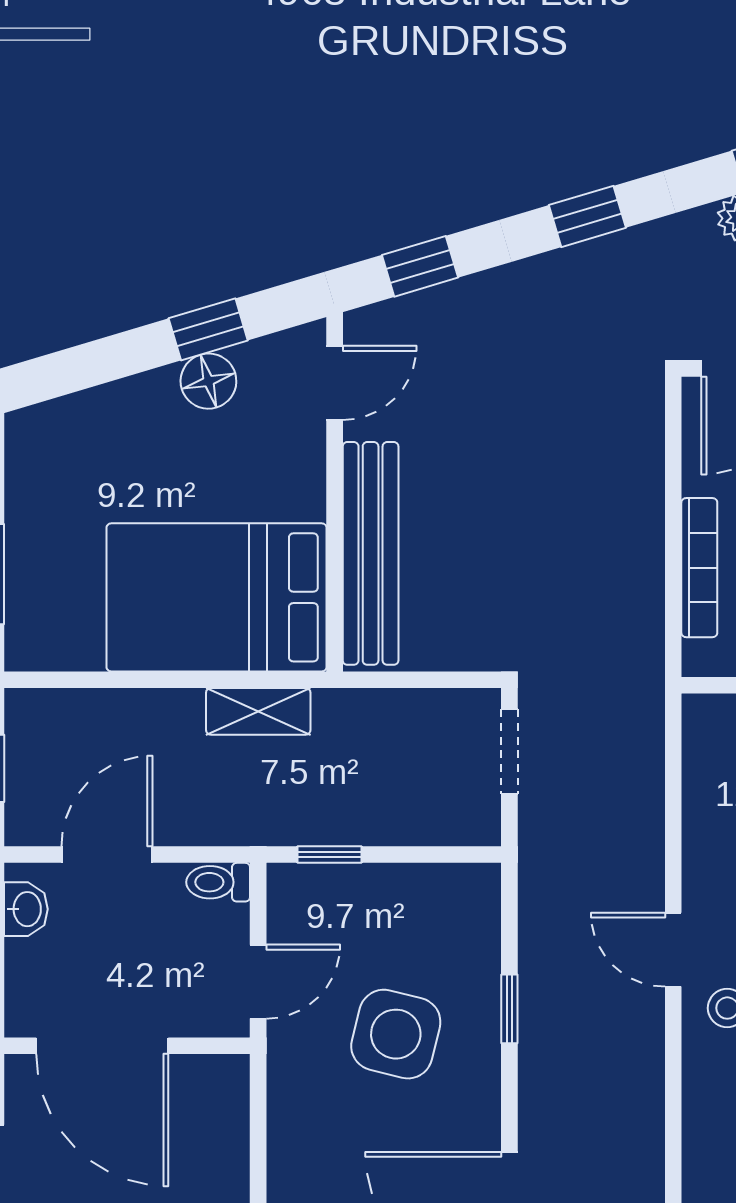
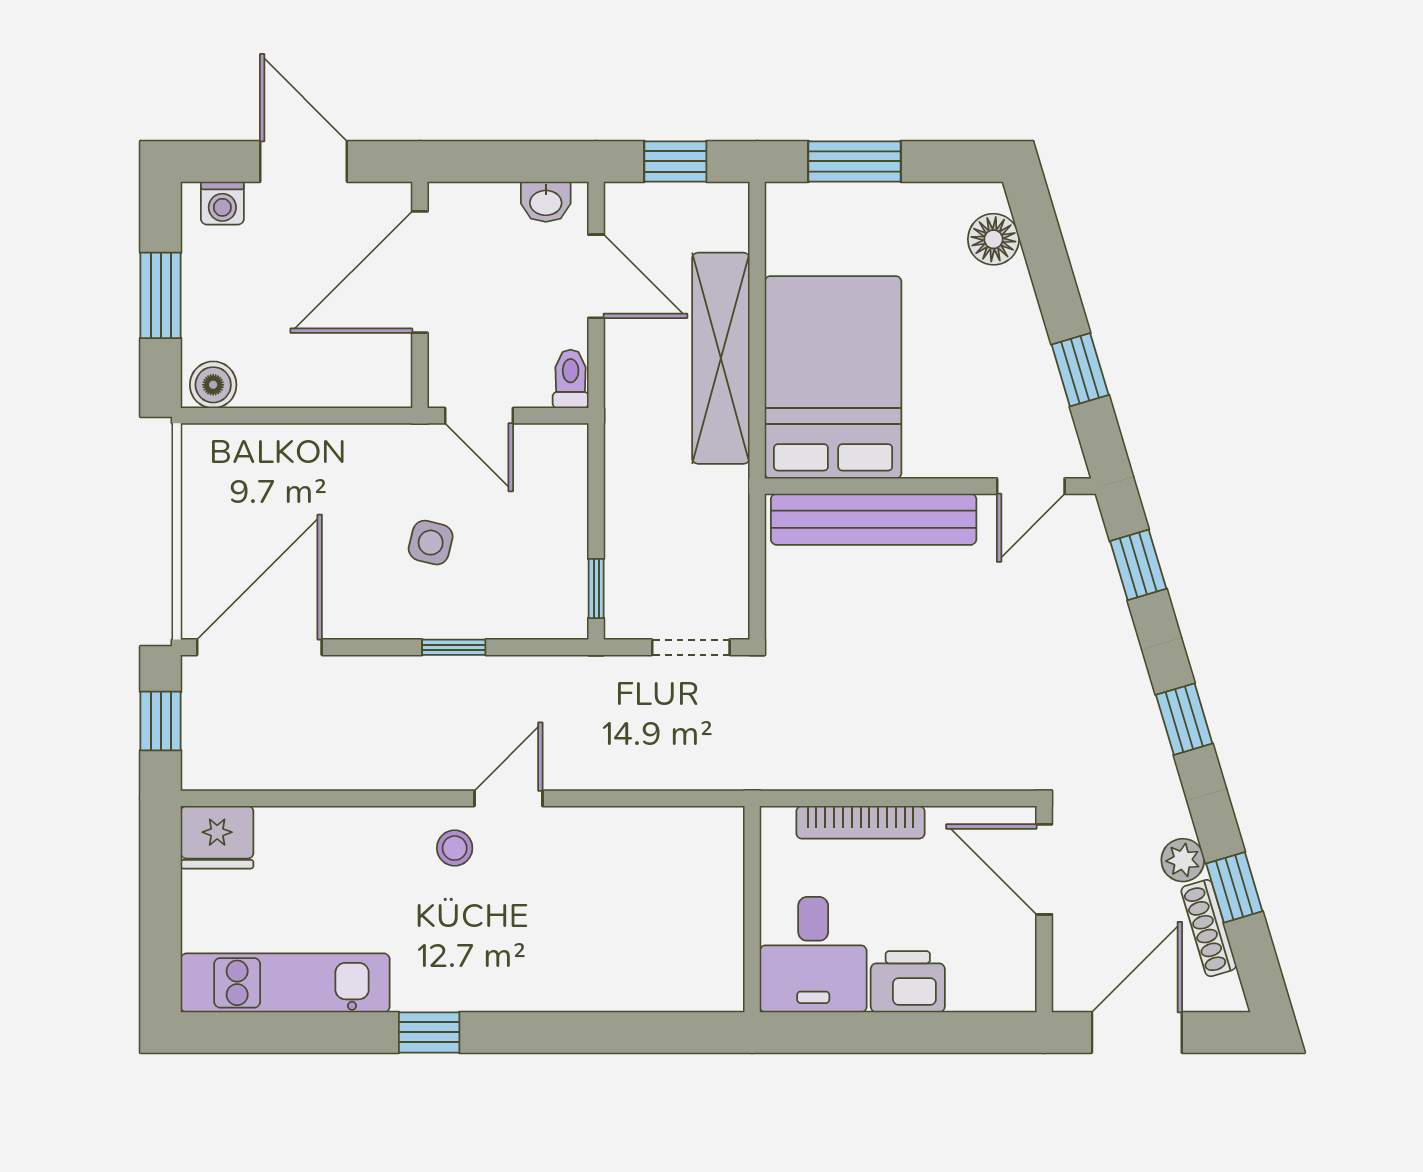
floor lamp: (208, 381) -> (993, 239), moved
door: (335, 383) -> (1031, 486), hinge flipped
shelving: (258, 711) -> (721, 358), width x2.20, depth x1.33
window: (330, 855) -> (596, 589), moved
side table: (396, 1034) -> (431, 543), width x0.54, depth x0.54

